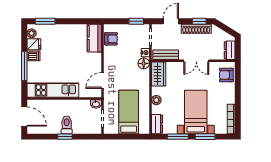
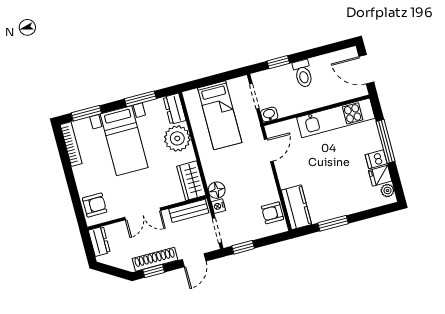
window: (45, 21) -> (333, 223), moved
double door: (196, 61) -> (143, 214), swing flipped
plant: (156, 100) -> (177, 138), width x1.88, depth x1.88
window: (65, 137) -> (278, 62), moved
window: (205, 137) -> (86, 113), moved

